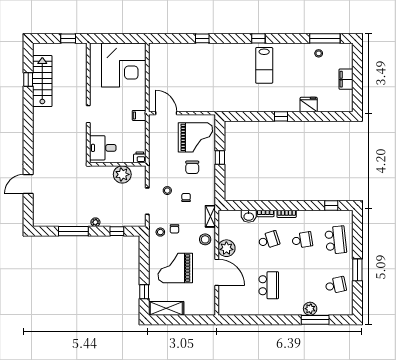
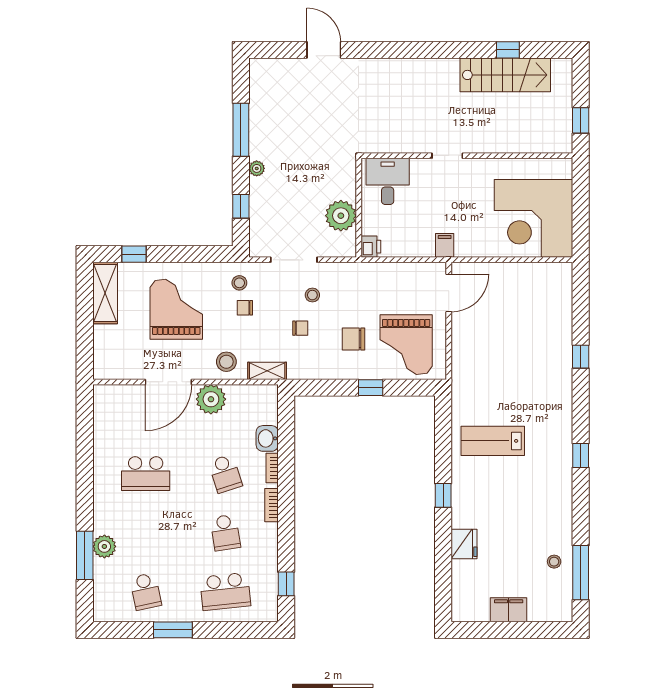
lab bench: (264, 65) -> (493, 441), moved

